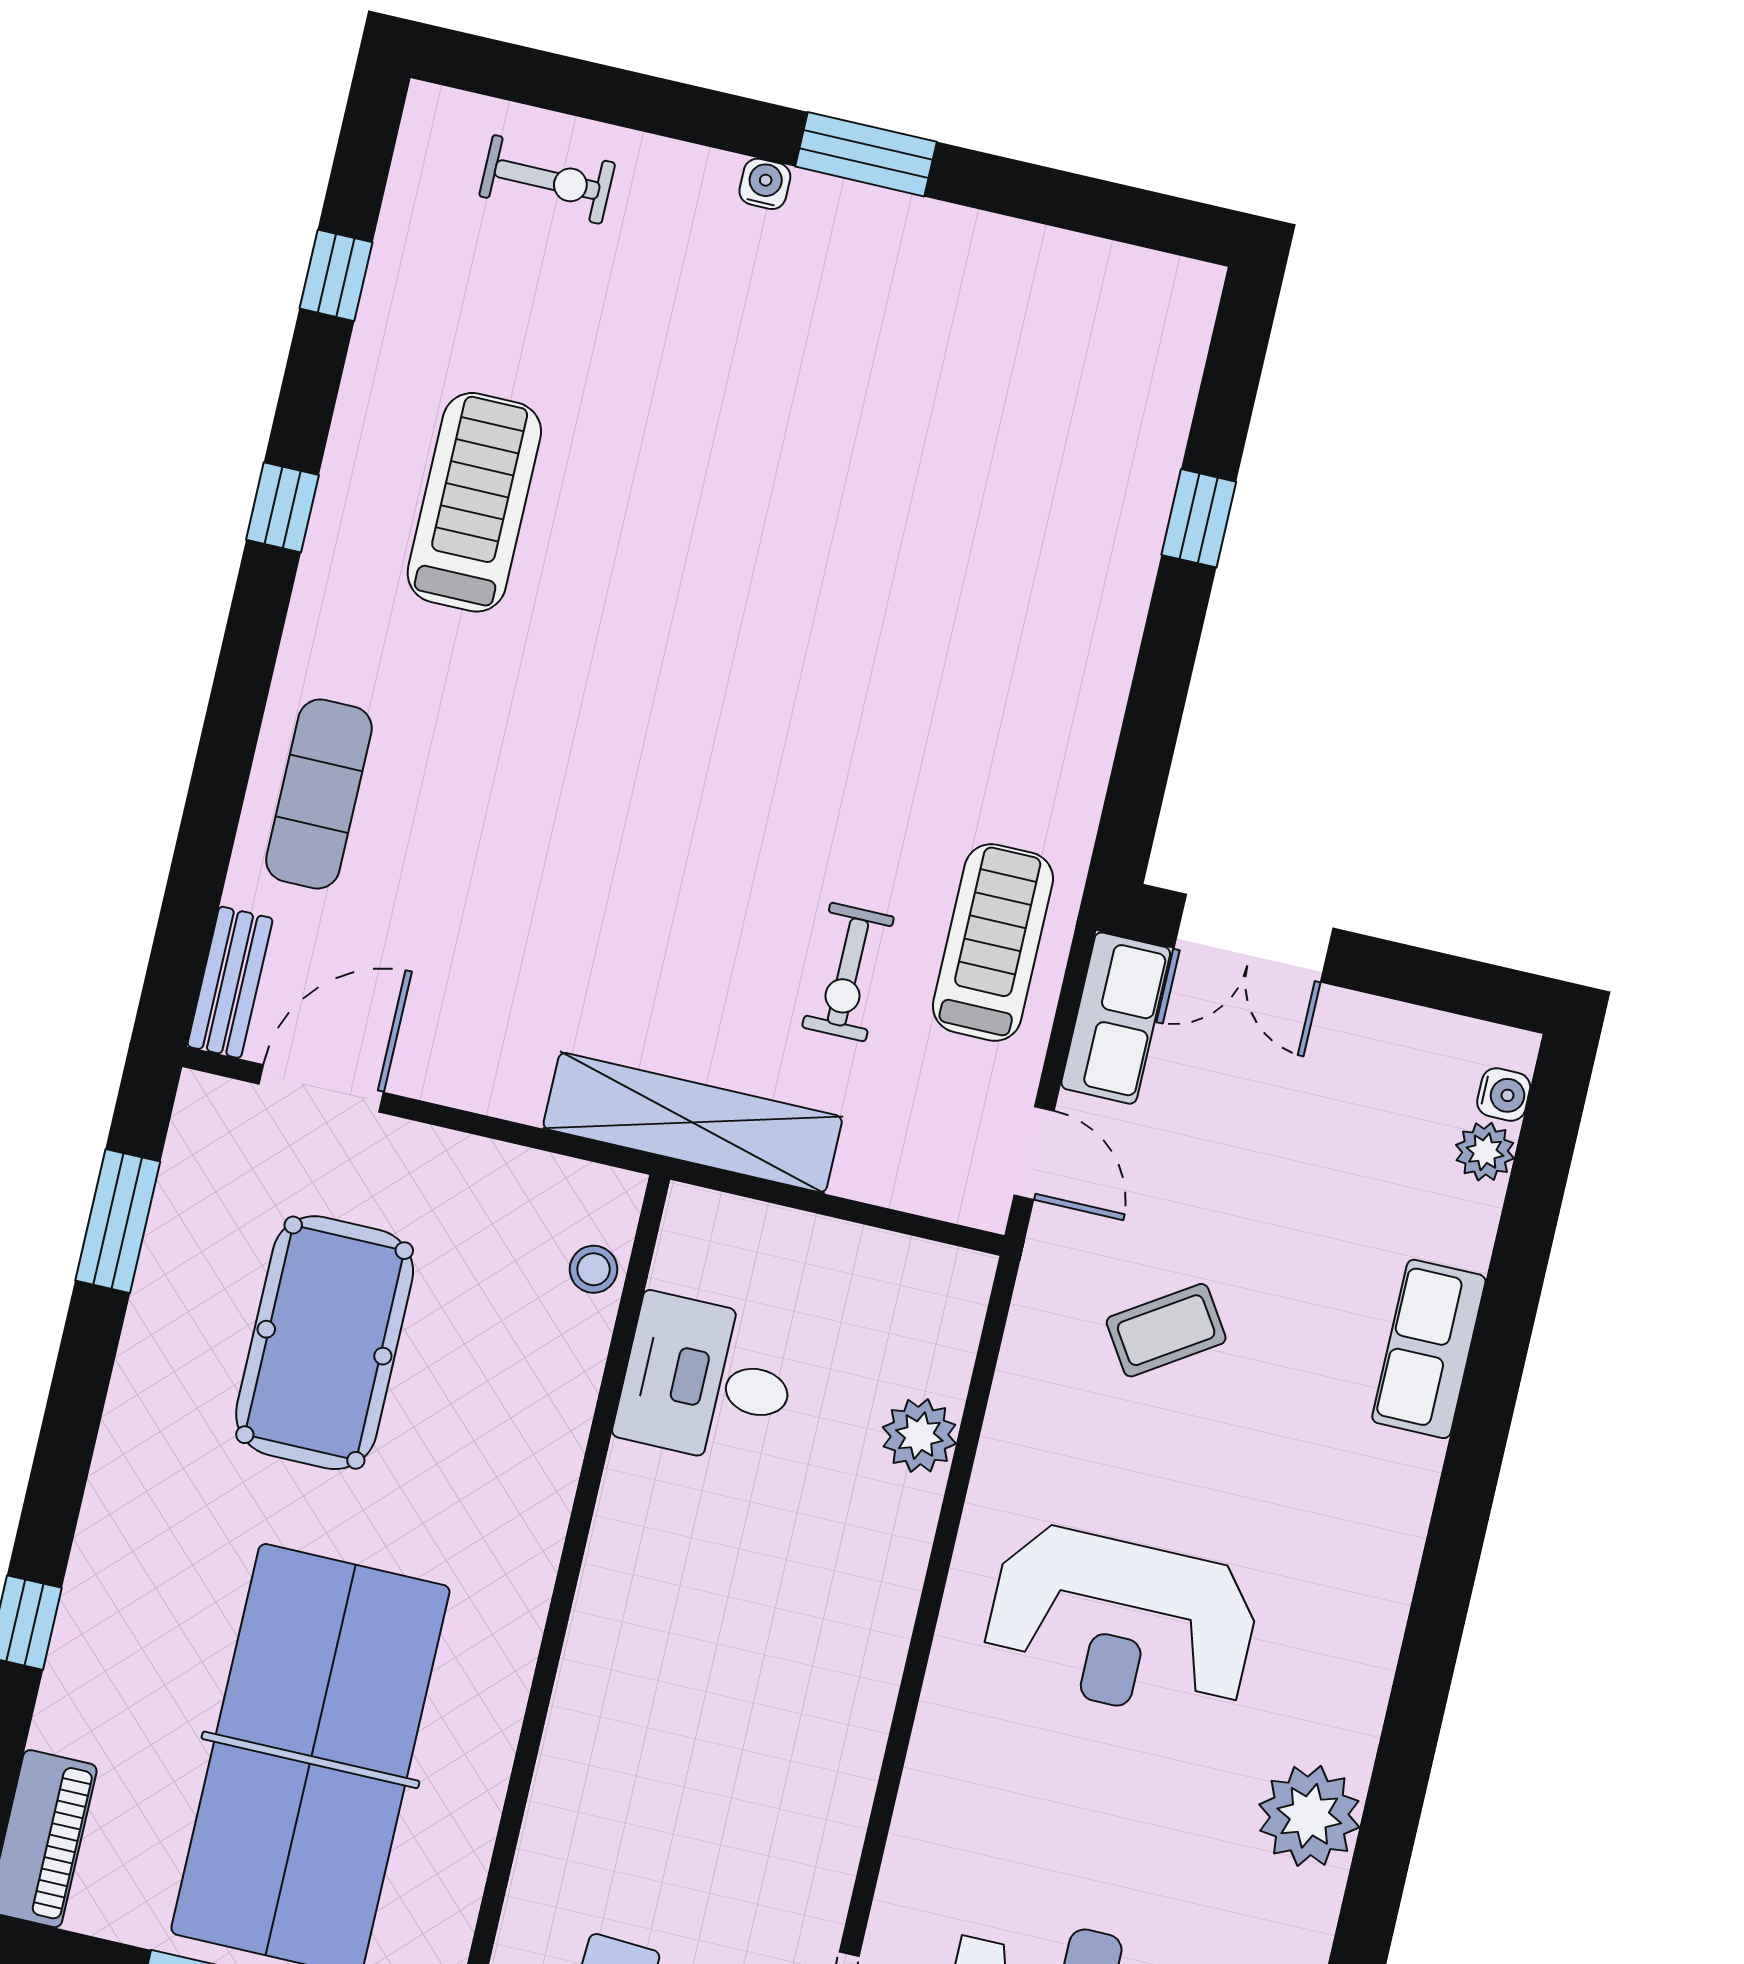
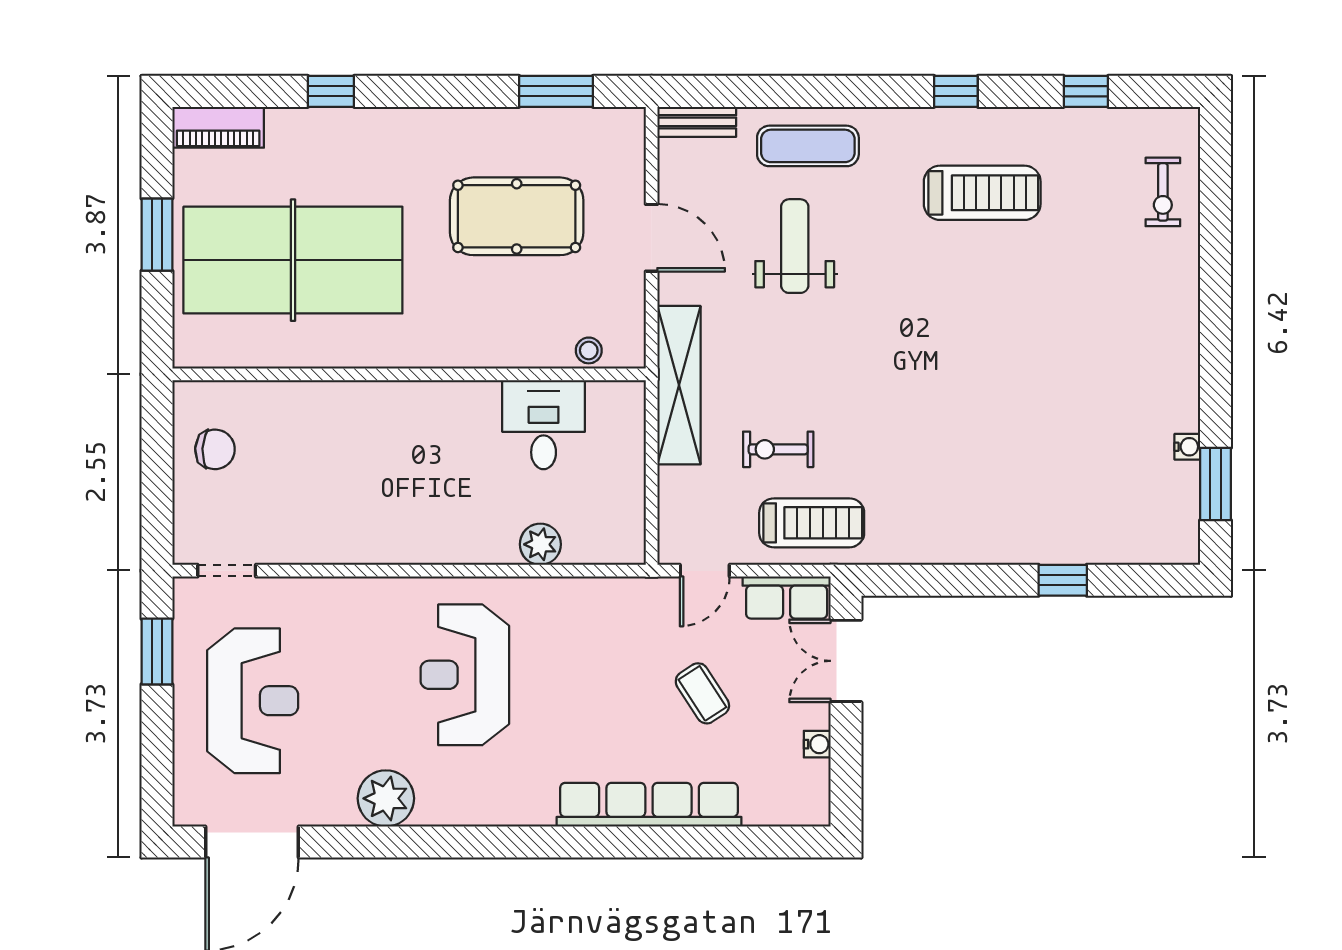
window: (866, 154) -> (1216, 484), moved
water cooler: (765, 184) -> (1187, 447), moved
weight bench: (492, 859) -> (795, 246), added
door: (321, 1088) -> (652, 238), moved
water cooler: (1504, 1094) -> (817, 744), moved, turned -90
plant: (1485, 1152) -> (761, 810), removed
coffee table: (1166, 1330) -> (702, 693), moved
row of seats: (1429, 1349) -> (649, 805), width x2.02

